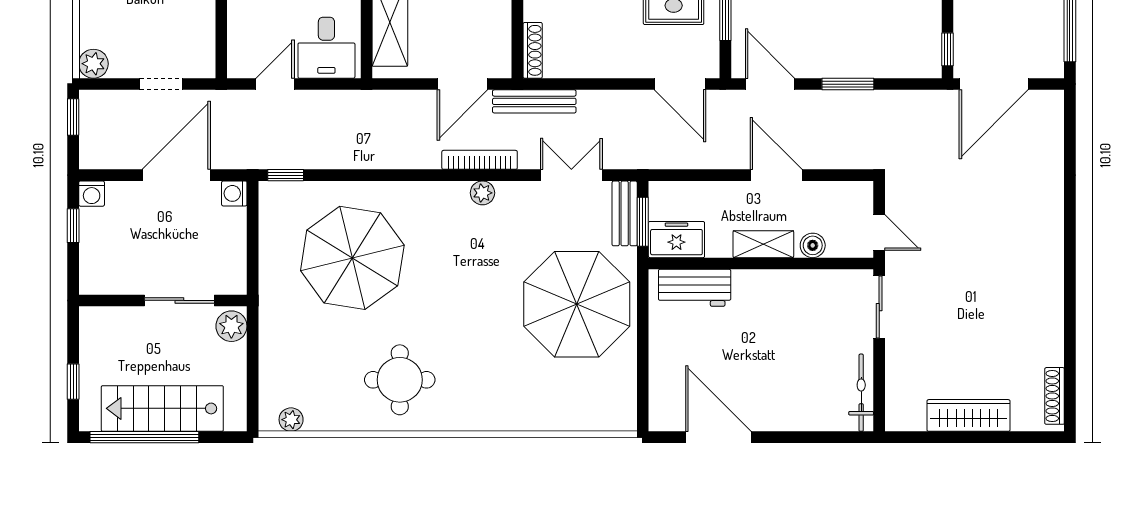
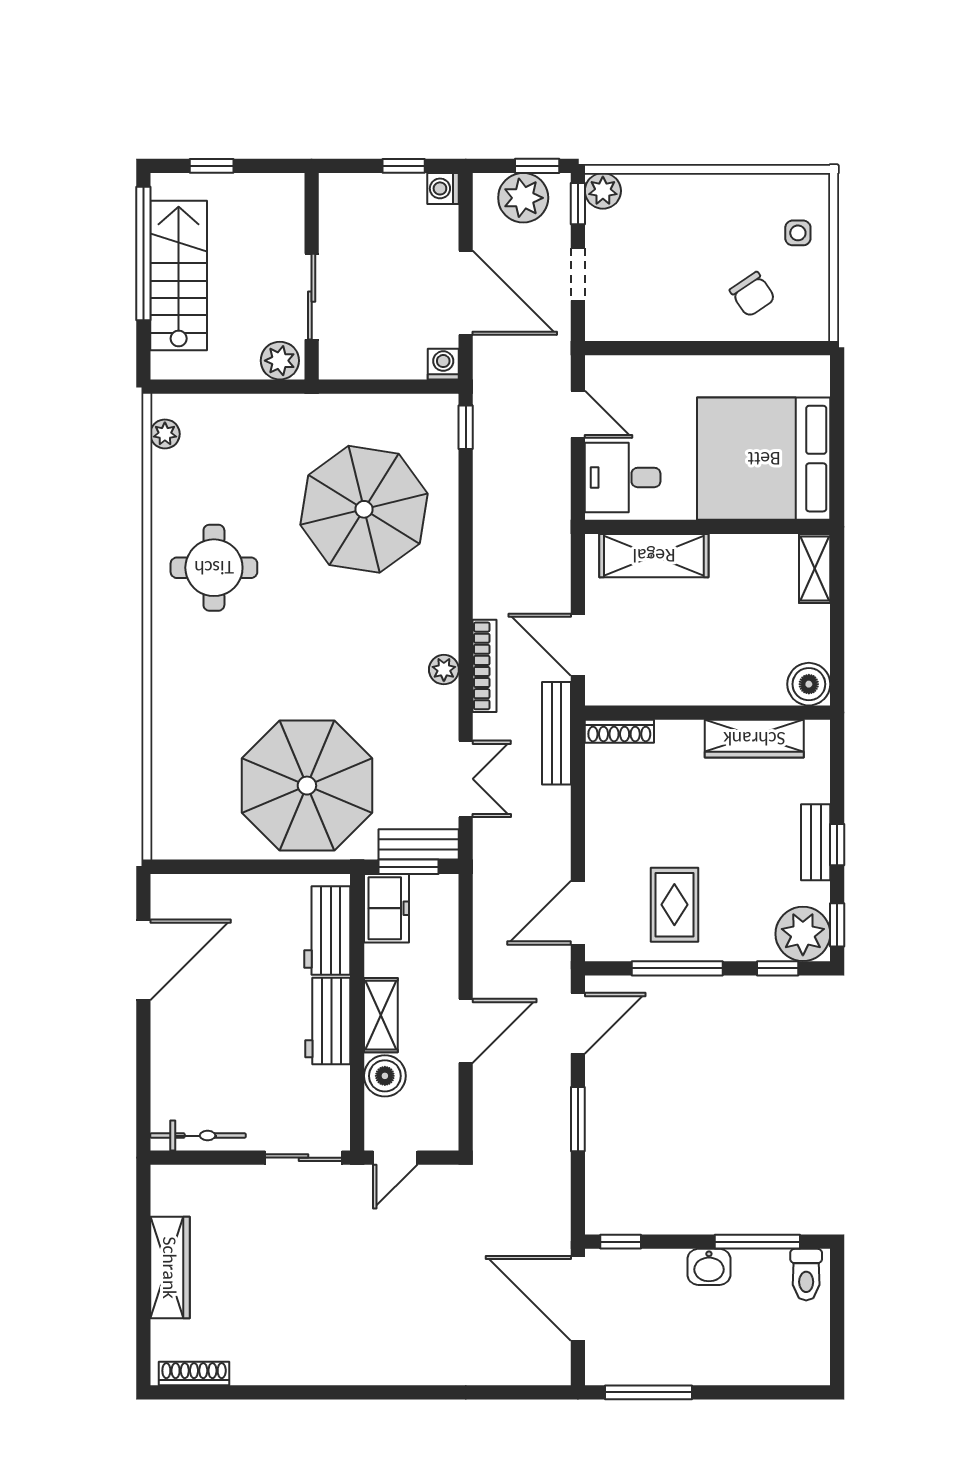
window: (104, 84) -> (578, 204), added
plant: (99, 128) -> (523, 198), added
boiler: (813, 245) -> (385, 1076), width x1.36, depth x1.36
workbench: (768, 287) -> (328, 1021), added

